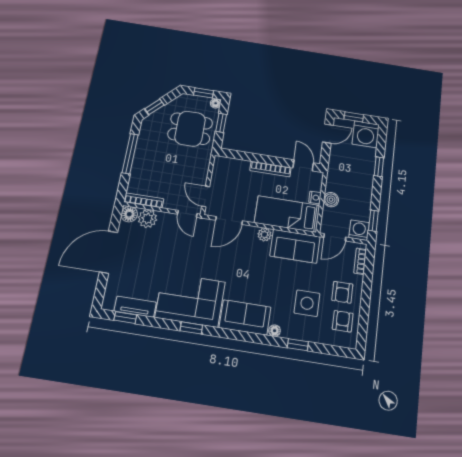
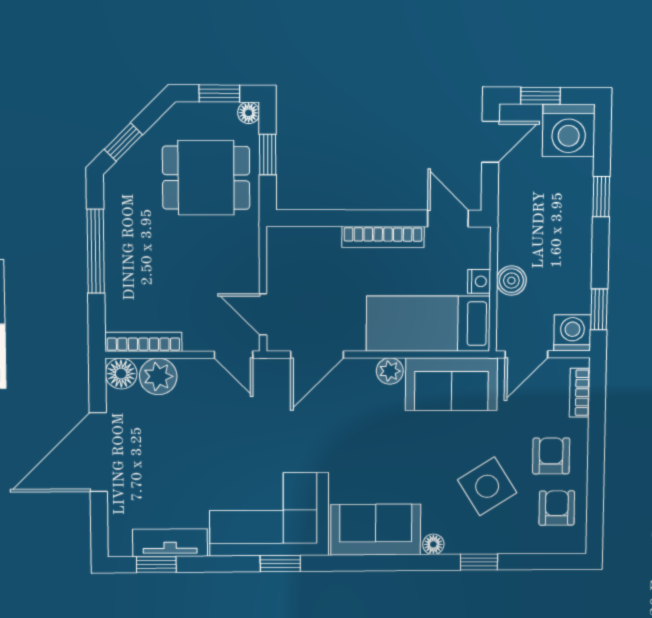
armchair: (342, 292) -> (551, 456), turned 180
side table: (307, 303) -> (487, 486), turned -32

